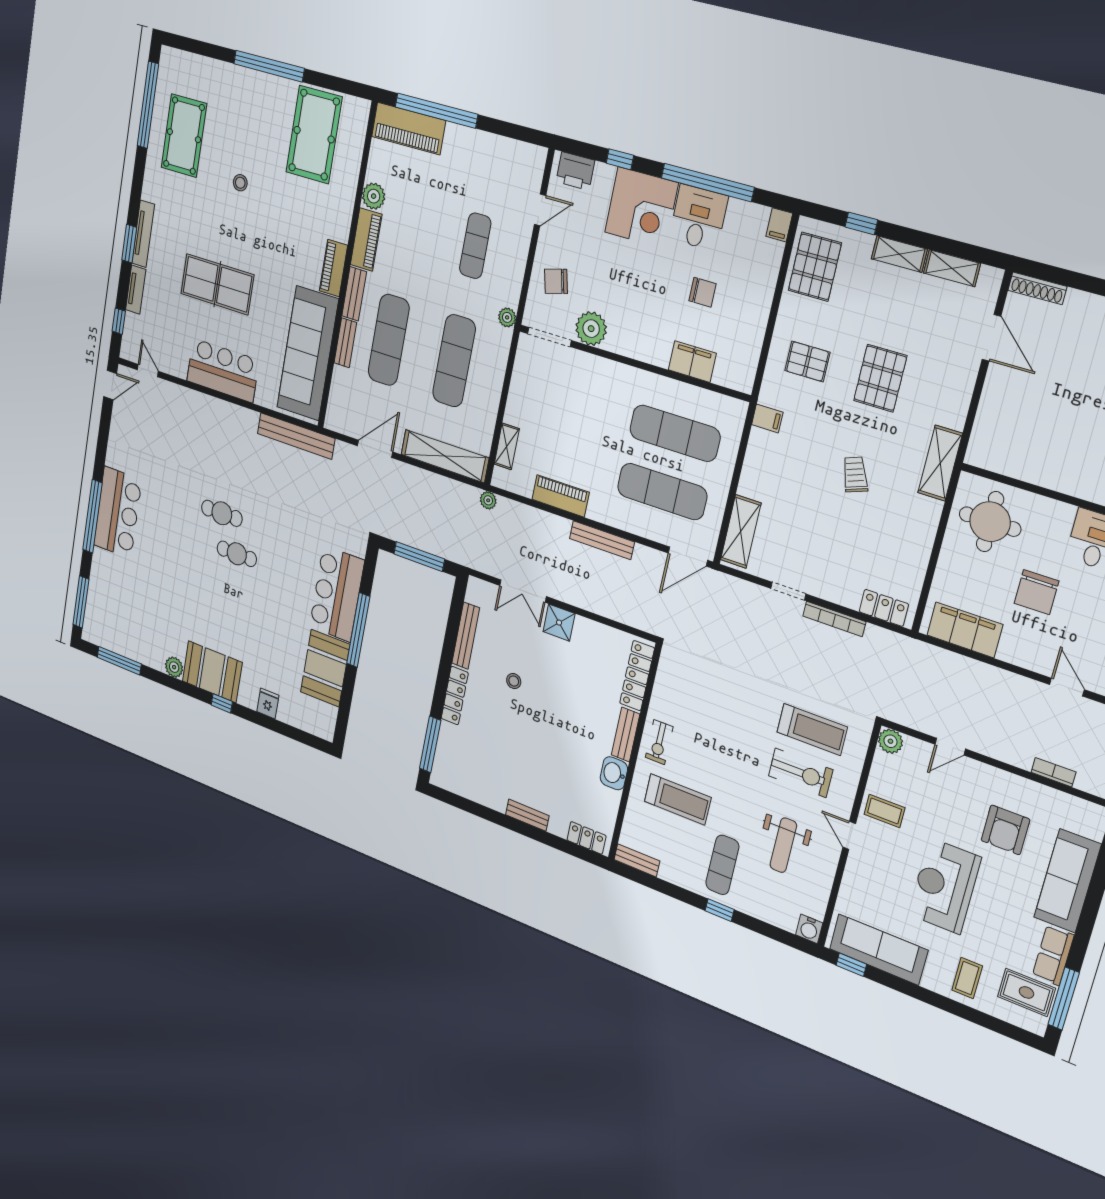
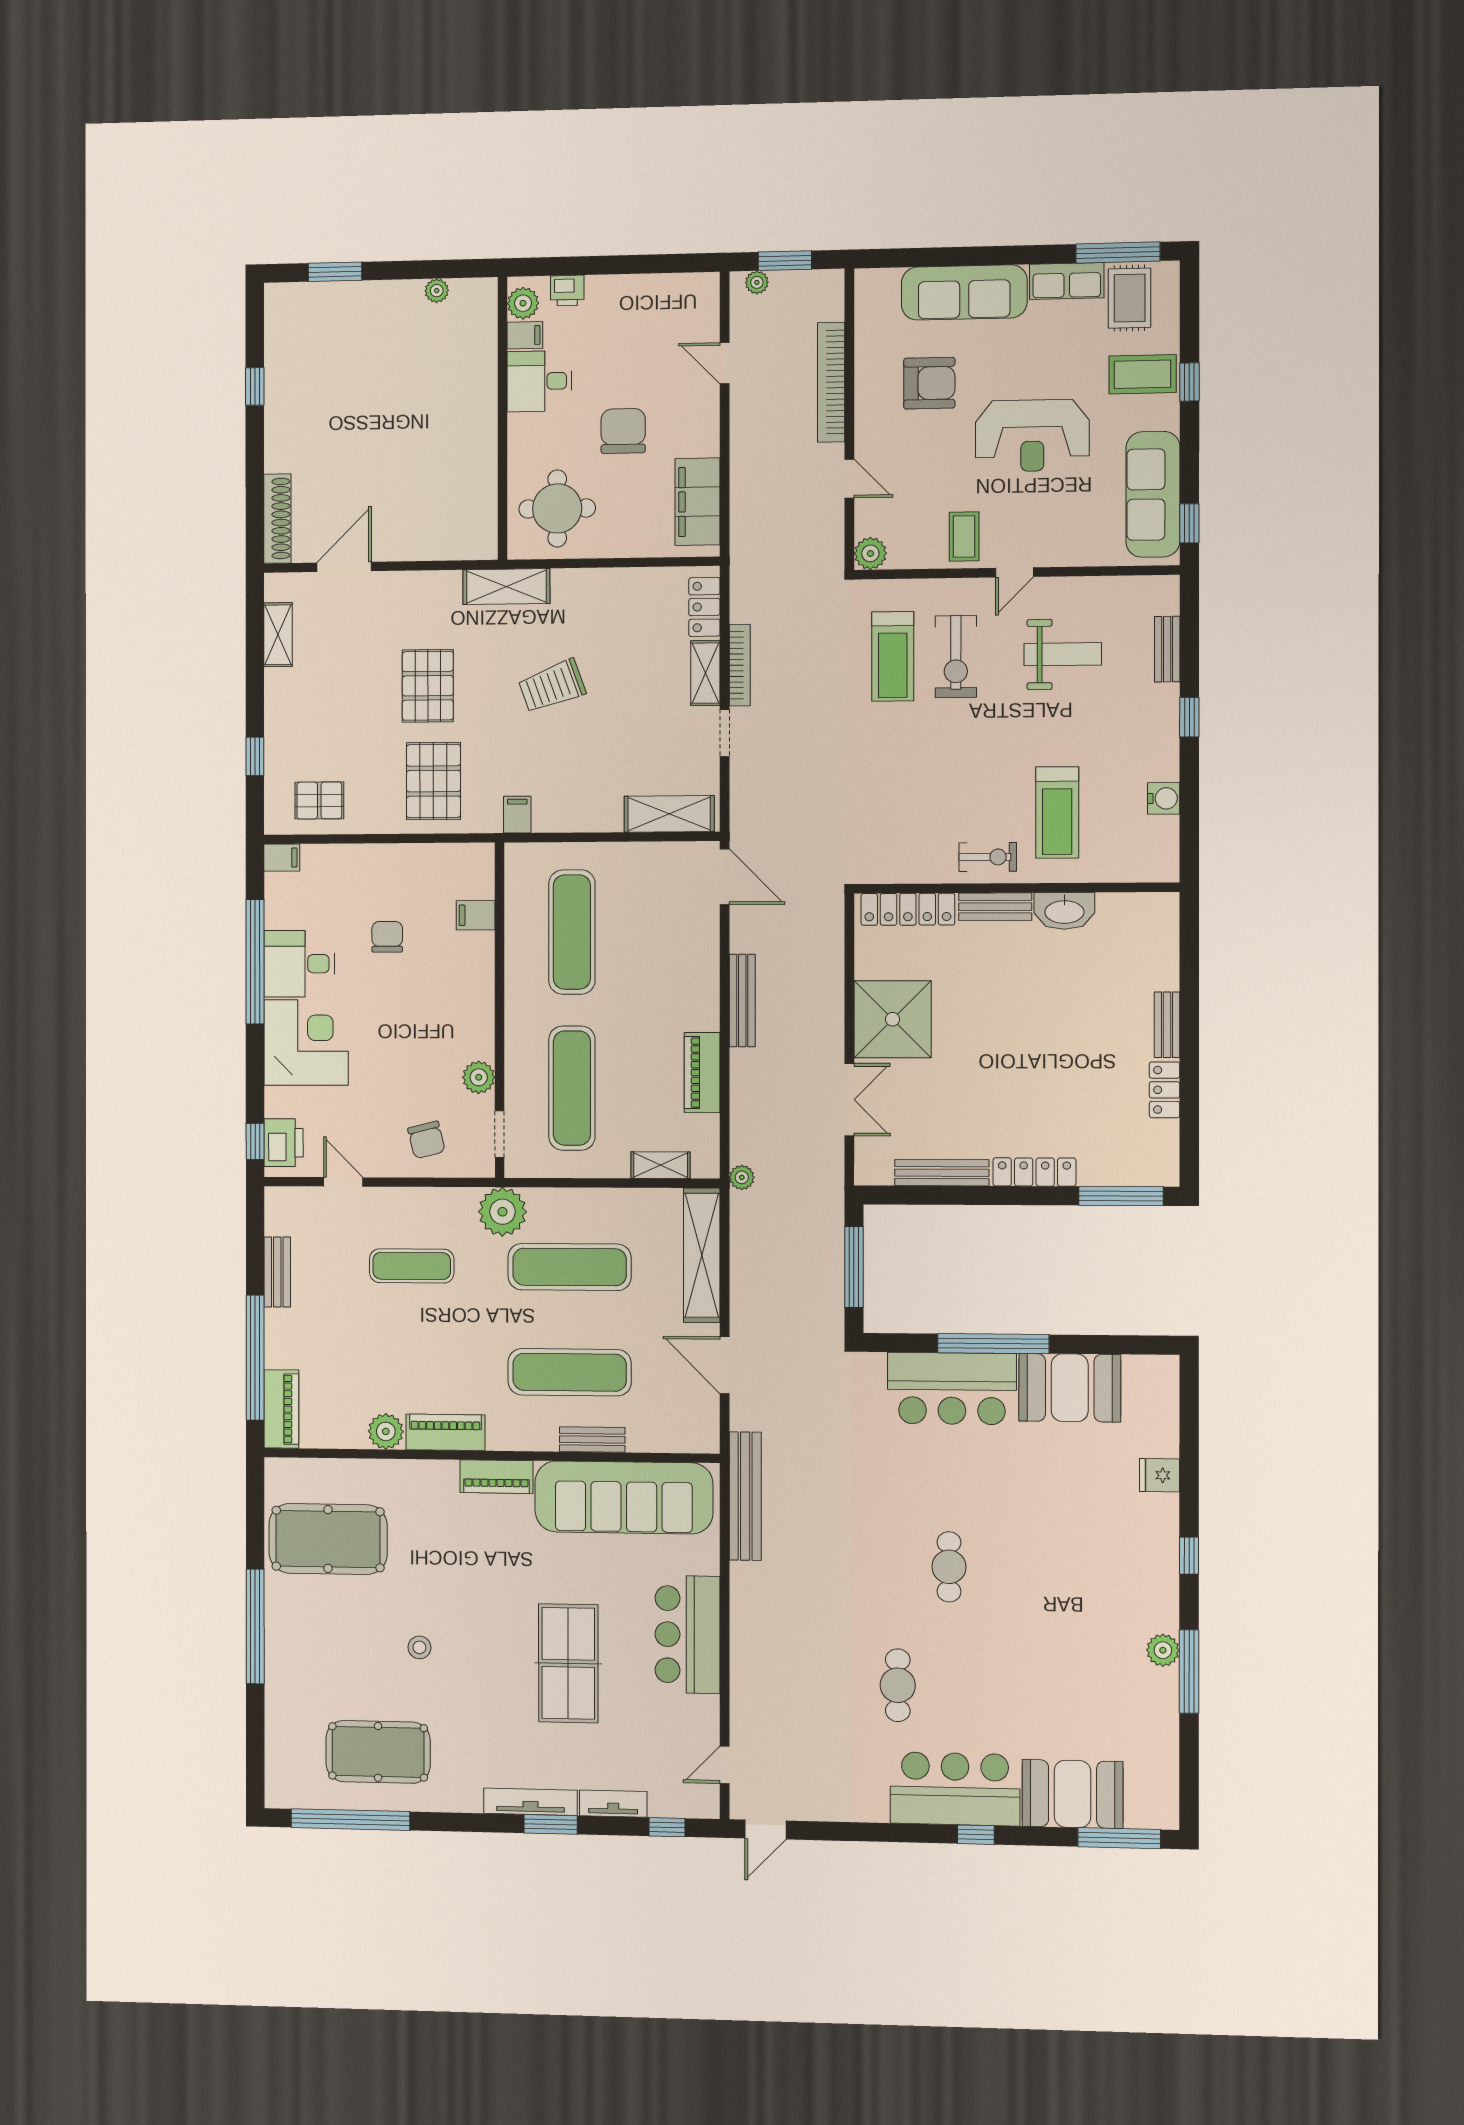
piano: (409, 129) -> (281, 1409), width x0.73, depth x0.75
window: (620, 159) -> (255, 1141), moved
shelving: (899, 254) -> (705, 673), moved
pallet: (815, 267) -> (319, 800), width x0.67, depth x0.71
shoe rack: (1037, 288) -> (277, 519), width x1.36, depth x1.24
bench: (354, 294) -> (277, 1272), moved, turned 90
plant: (507, 317) -> (502, 1212), width x1.88, depth x1.88
plant: (591, 329) -> (479, 1077), width x0.73, depth x0.73
doorway: (549, 337) -> (500, 1134), width x0.73
pallet: (807, 361) -> (433, 781), width x1.50, depth x1.42
filing cabinet: (692, 362) -> (476, 915), width x0.50
pallet: (880, 378) -> (428, 686), turned 90
door: (110, 385) -> (765, 1830), swing flipped
trolley: (855, 475) -> (552, 686), width x1.36, depth x1.39
exercise mat: (662, 491) -> (572, 1088), moved
cafe table: (222, 513) -> (898, 1685), moved
window: (92, 516) -> (976, 1835), width x0.32
chair: (1036, 592) -> (623, 431), turned -90
shower: (559, 623) -> (892, 1019), width x1.86, depth x1.86
window: (119, 661) -> (1189, 1671), moved
booth: (212, 672) -> (1073, 1794), moved, turned 90
stool: (514, 681) -> (980, 1086), removed
door: (1067, 687) -> (725, 363), hinge flipped
treadmill: (812, 729) -> (893, 656), turned 180
bookcase: (1053, 772) -> (831, 382), width x2.31, depth x1.31
washbasin: (614, 773) -> (1064, 911), width x1.38
exercise bike: (801, 773) -> (956, 657), turned 180
treadmill: (678, 799) -> (1057, 812), turned 180
locker: (586, 838) -> (1165, 1090), moved
bench: (637, 860) -> (1167, 649), moved
exercise mat: (722, 865) -> (1124, 729), removed
water cooler: (809, 929) -> (1164, 798), moved
coffee table: (967, 978) -> (1143, 374), width x1.36, depth x1.30
window: (952, 1007) -> (1189, 382), added

